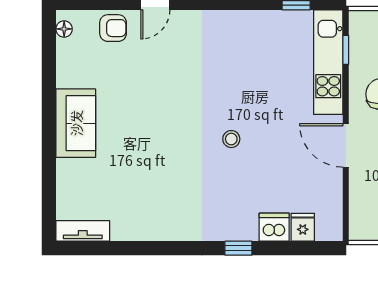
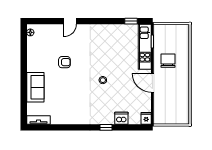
armchair: (113, 28) -> (64, 62), moved
sofa: (76, 123) -> (35, 87), moved
fridge: (303, 227) -> (146, 118), moved

